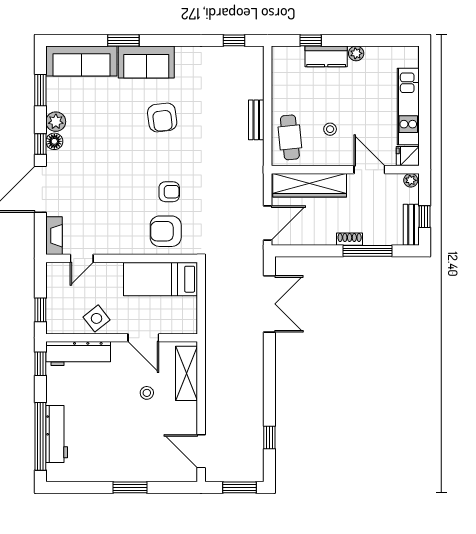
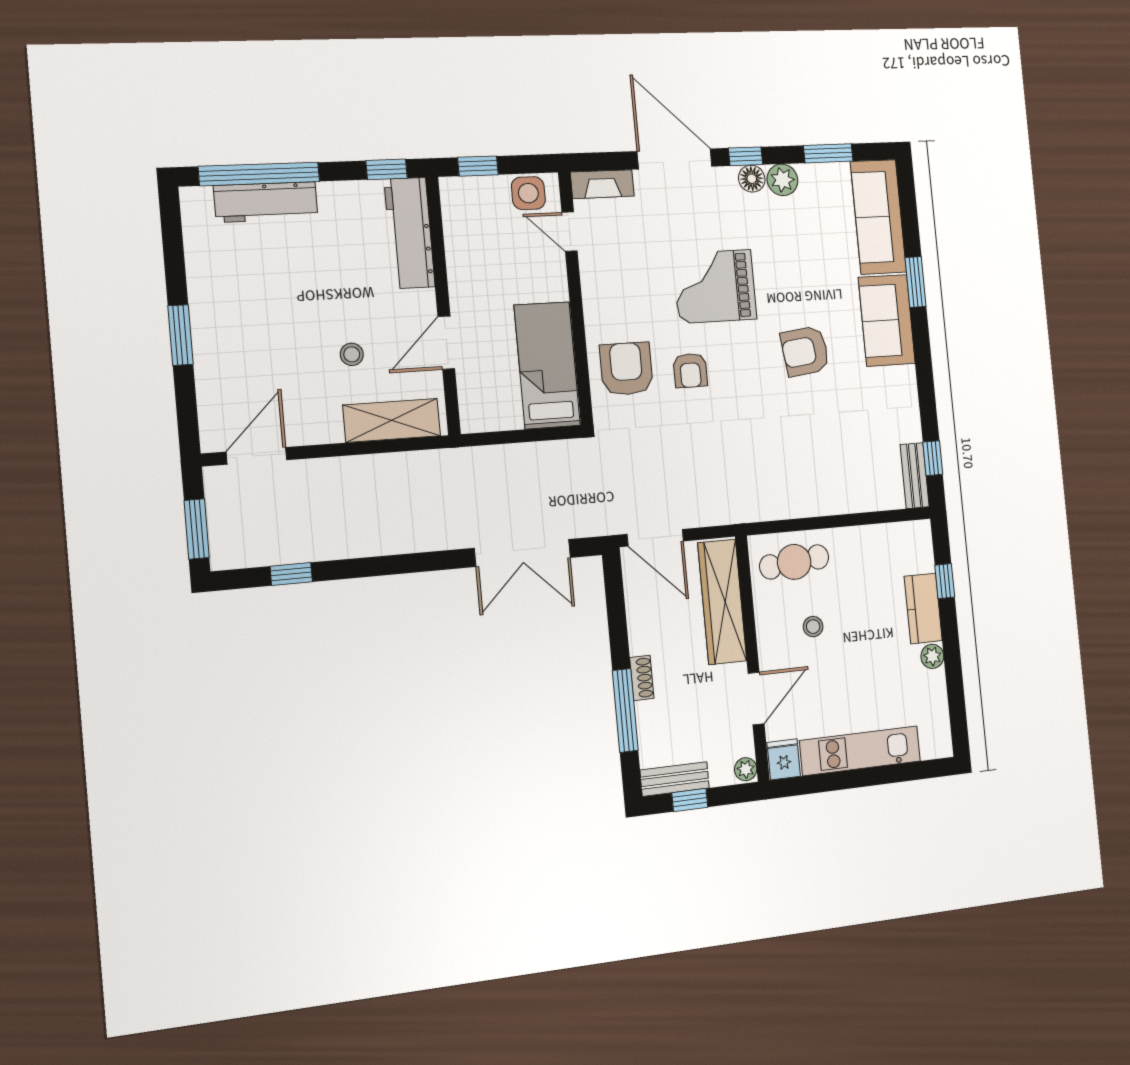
bench: (256, 120) -> (915, 476), moved, turned 90
grand piano: (119, 171) -> (715, 286), added
side table: (96, 318) -> (528, 193), moved, turned 38

